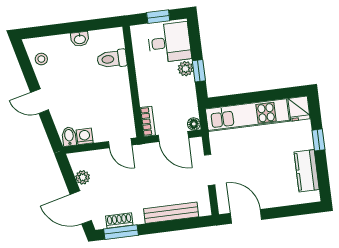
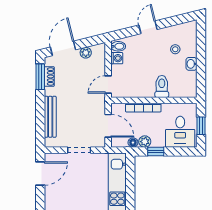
stool: (41, 59) -> (175, 49), moved
toilet: (112, 59) -> (162, 86), moved
plant: (185, 69) -> (145, 142), moved
bookcase: (148, 121) -> (143, 108), moved, width x1.56
floor lamp: (194, 124) -> (133, 143), moved
door: (173, 136) -> (108, 126), swing flipped

